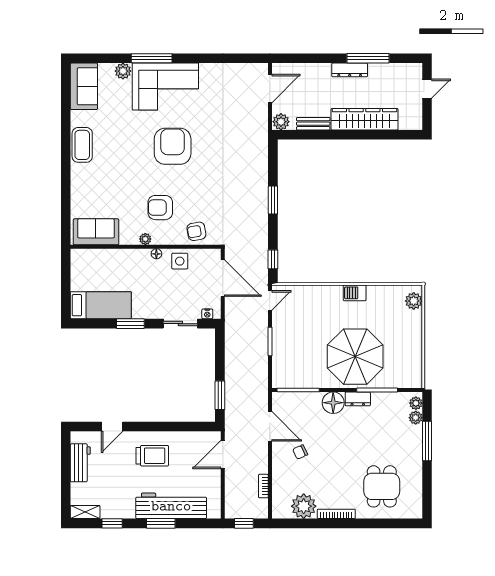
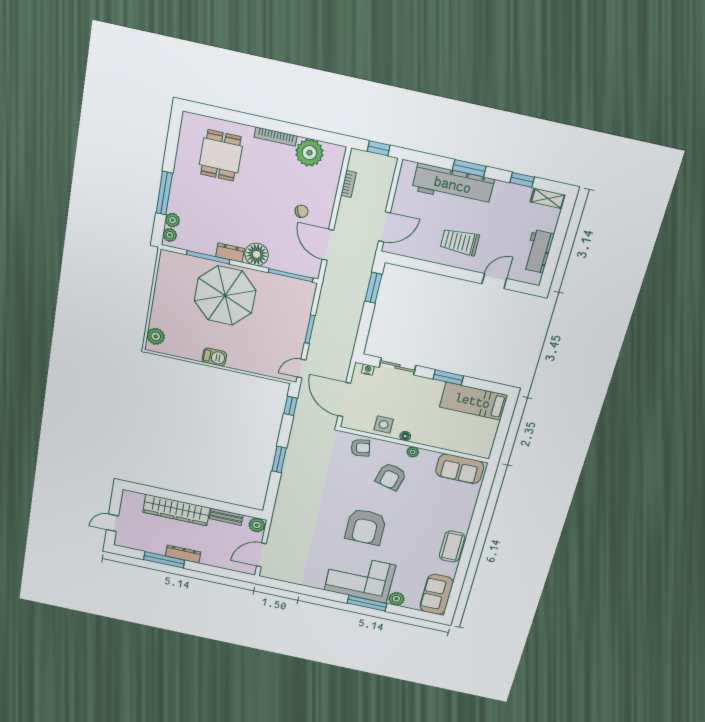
armchair: (160, 208) -> (391, 477), turned 104

